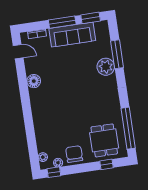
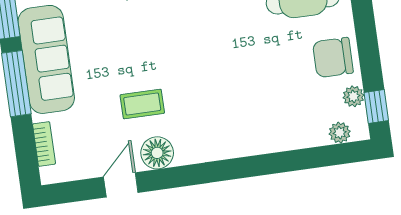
door: (18, 52) -> (121, 185), moved
coffee table: (54, 75) -> (142, 104), added

